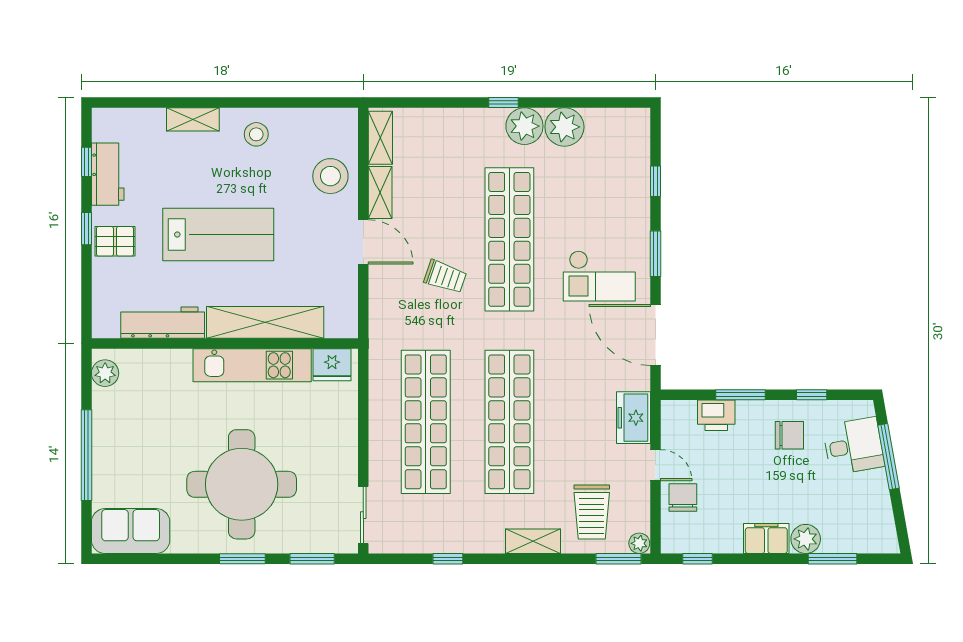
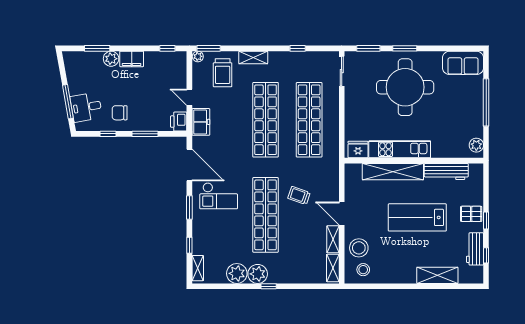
shelving: (193, 119) -> (437, 275), width x1.50, depth x1.33
stool: (256, 134) -> (363, 270), moved
shelving: (639, 137) -> (198, 268), added
checkout: (599, 276) -> (219, 196), turned 180
printer: (716, 415) -> (179, 122), moved, turned -90
chair: (683, 497) -> (175, 80), removed
trolley: (592, 512) -> (223, 73), turned 180

